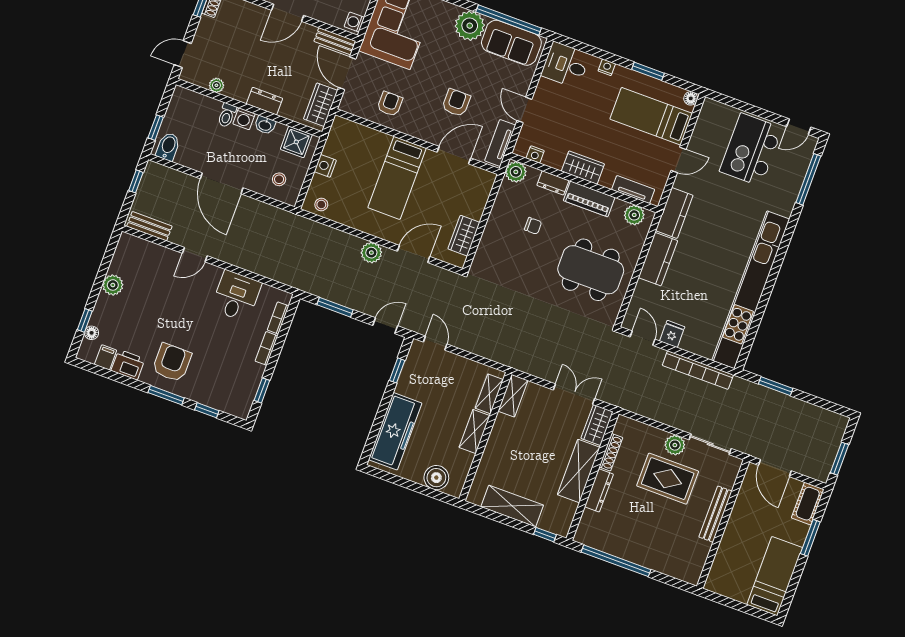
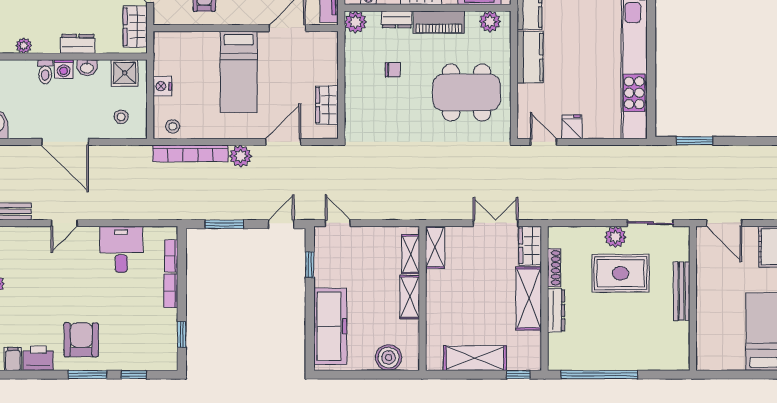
bookcase: (698, 370) -> (190, 153), moved

